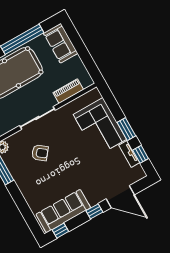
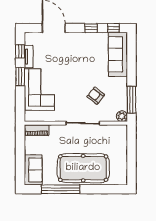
piano: (68, 91) -> (37, 130), moved
sofa: (63, 211) -> (118, 54), moved, turned 90
window: (94, 211) -> (91, 28), moved

